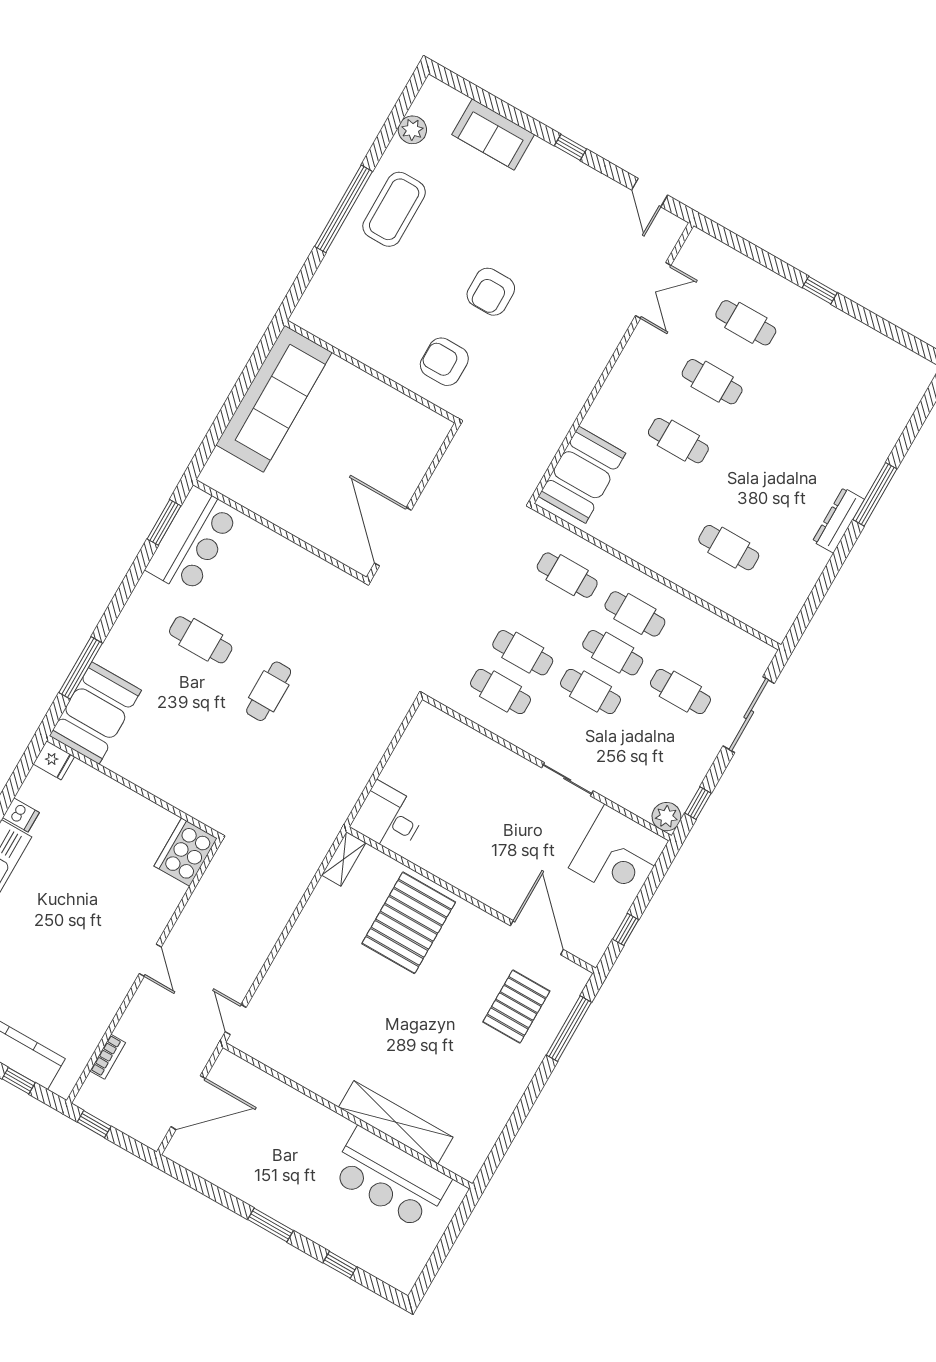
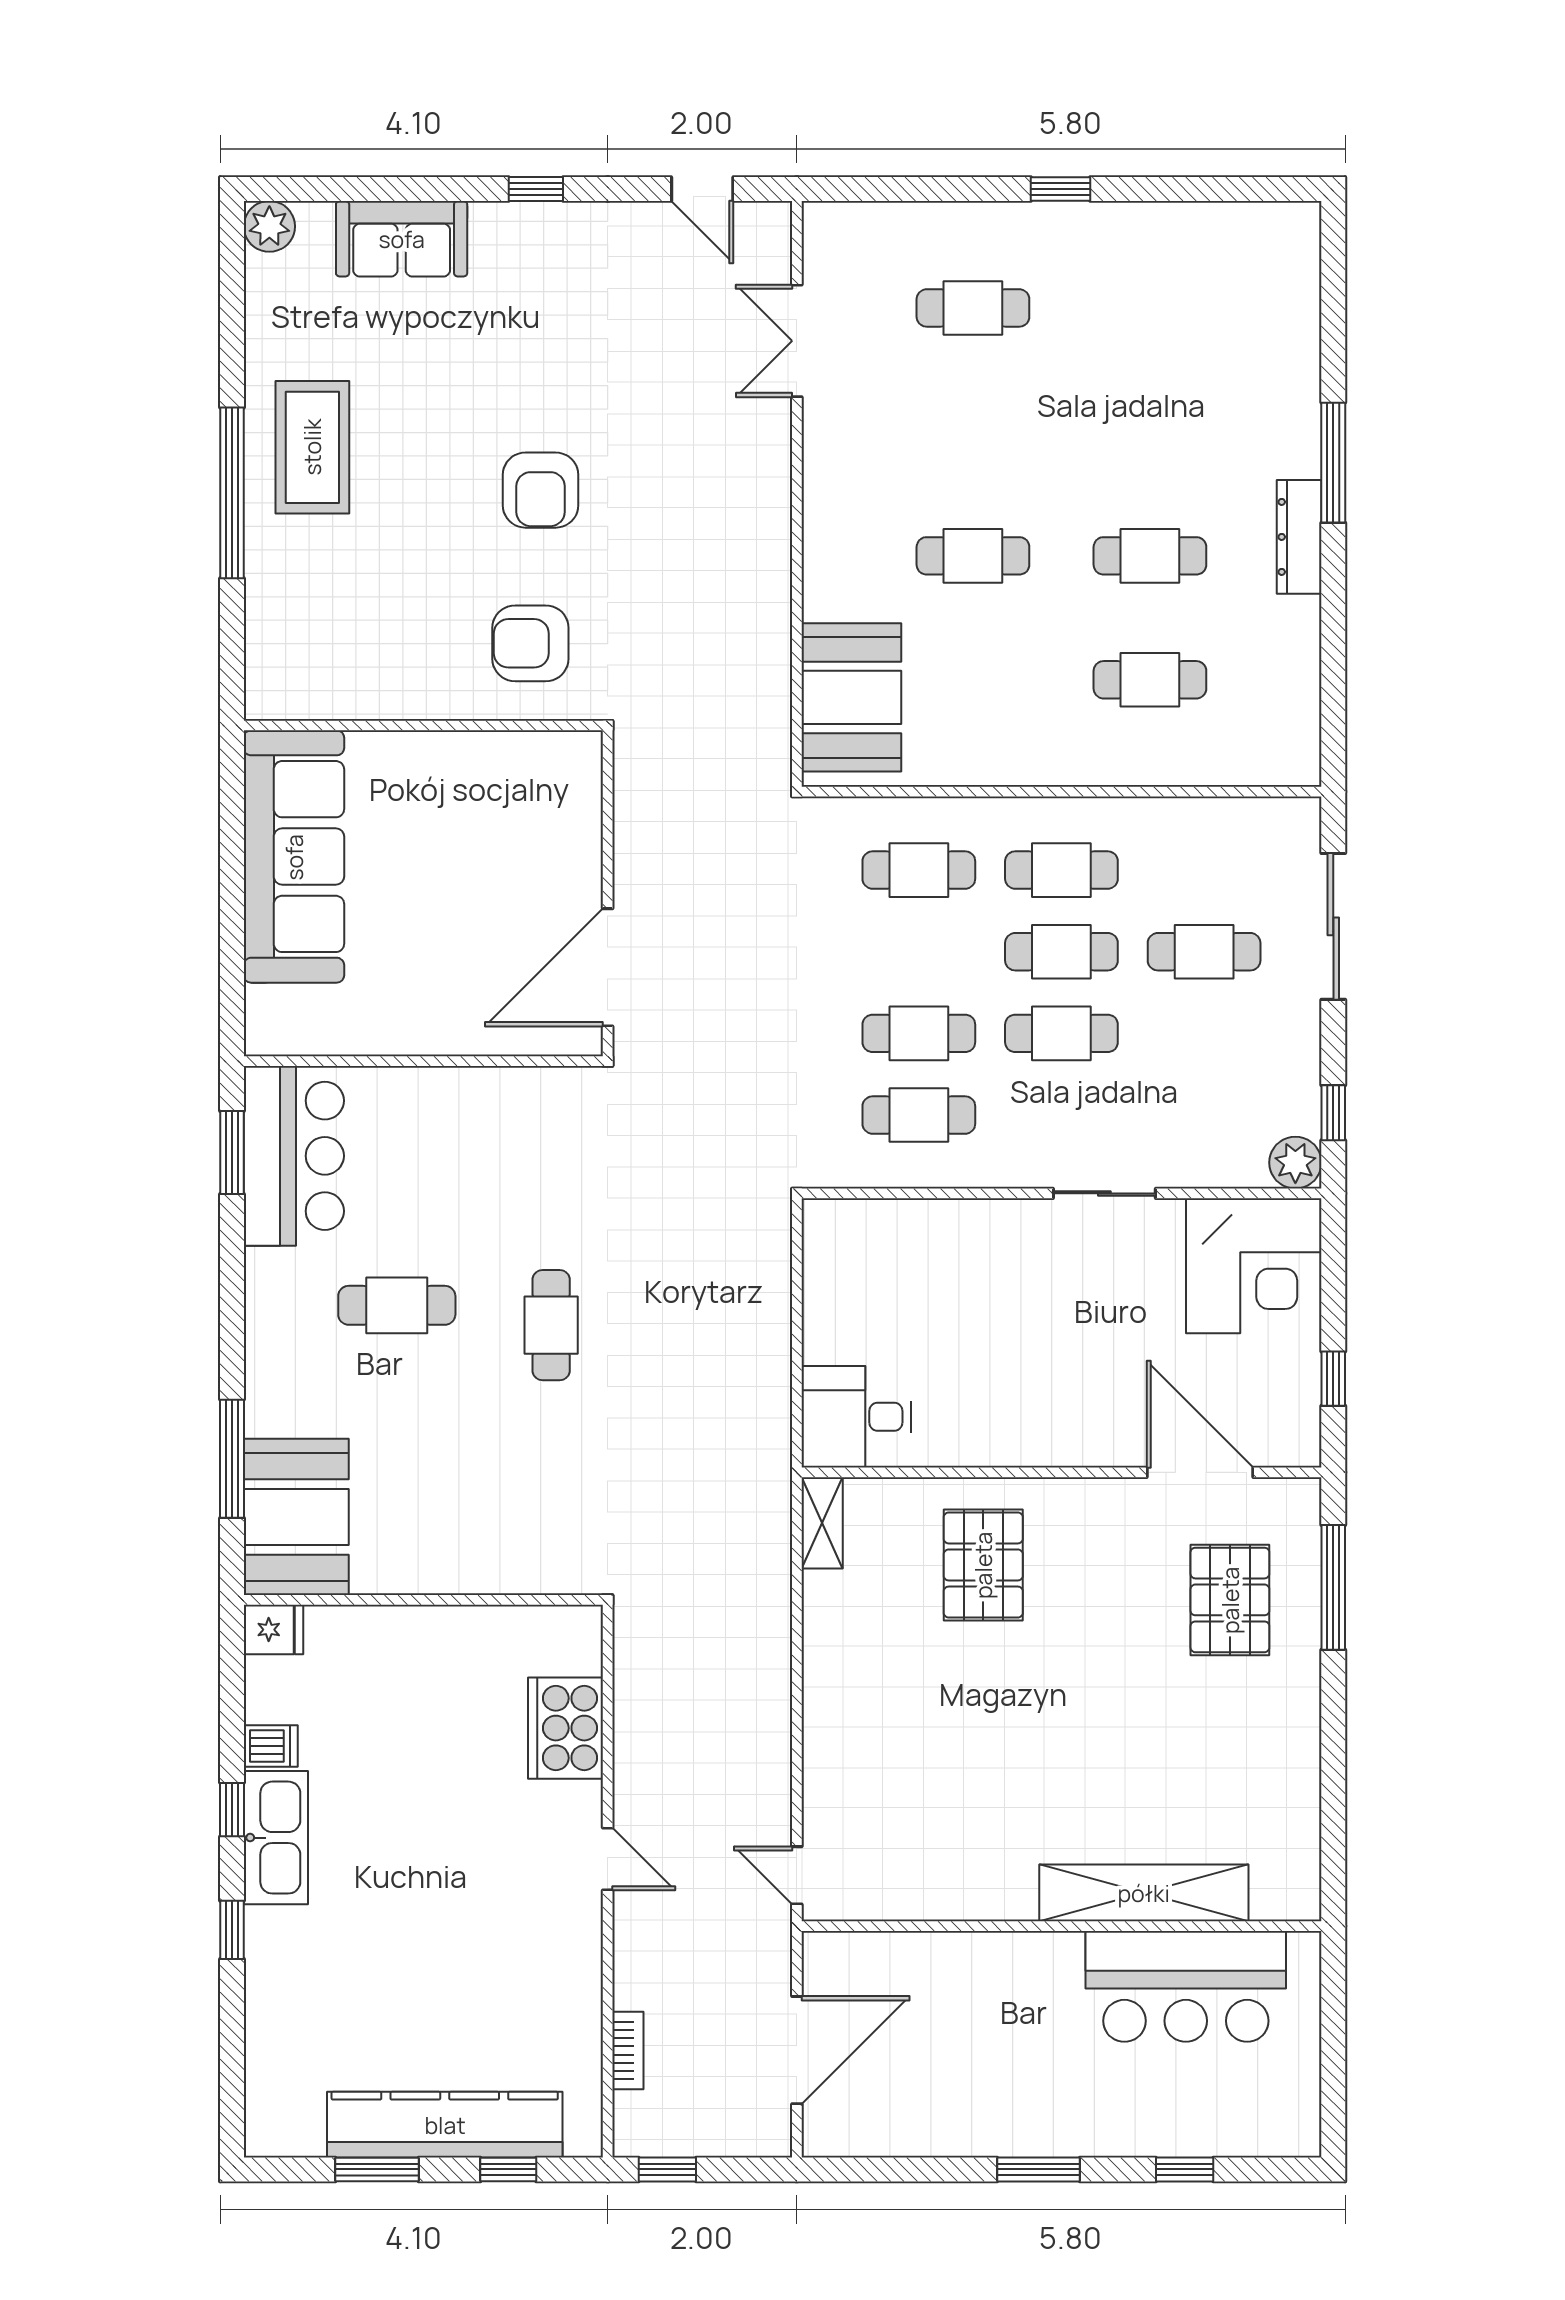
plant: (412, 130) -> (269, 226), moved
double door: (653, 290) -> (797, 341), swing flipped
cafe table: (712, 382) -> (1150, 556), moved
door: (393, 537) -> (608, 967), hinge flipped
cooker: (186, 852) -> (566, 1728), moved
pallet: (409, 923) -> (983, 1565), width x0.73, depth x0.71

